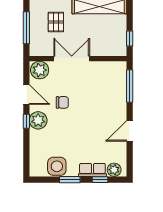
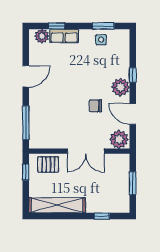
pallet: (56, 22) -> (48, 164), moved, turned 90
window: (26, 28) -> (133, 183), width x0.69
window: (26, 121) -> (133, 75), moved
side table: (57, 166) -> (101, 40), width x0.54, depth x0.54
window: (70, 180) -> (103, 26), moved

